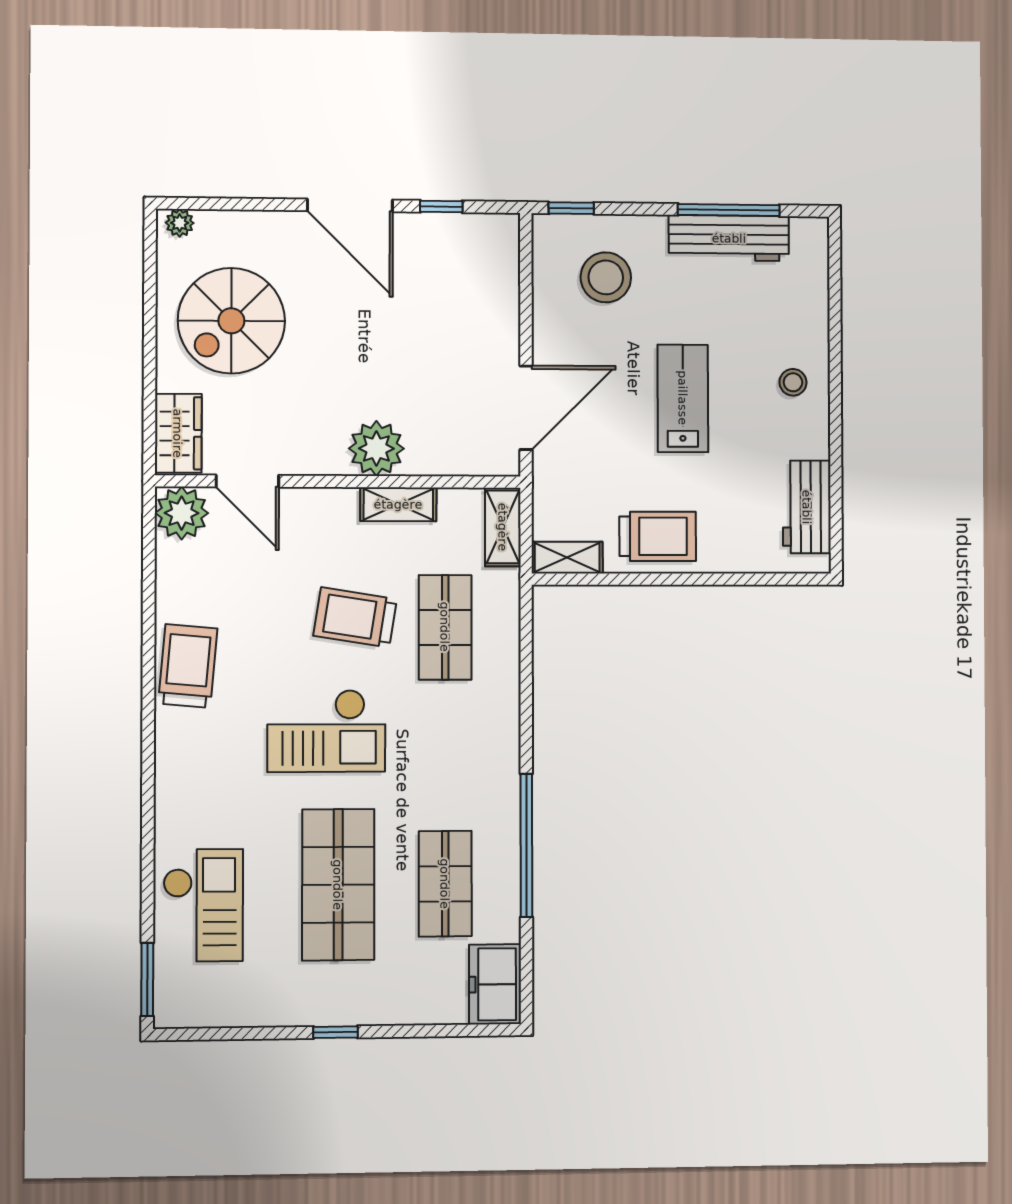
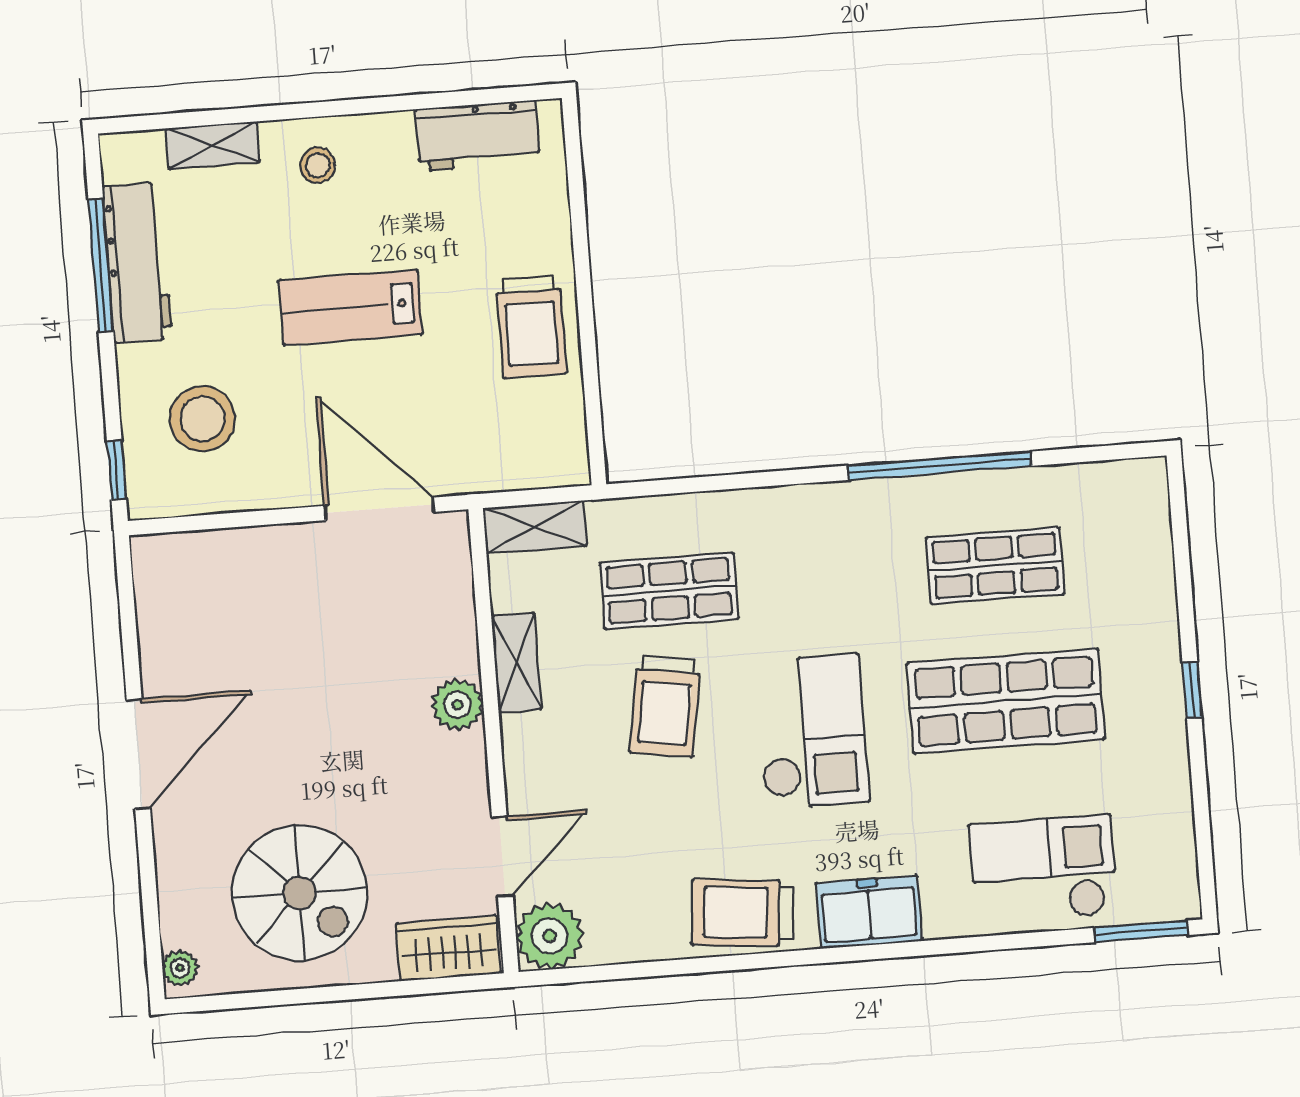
window: (441, 206) -> (129, 637), removed
plant: (376, 448) -> (457, 705), width x0.73, depth x0.73
trolley: (658, 536) -> (531, 327), turned 180
shelving: (567, 558) -> (213, 145), moved, turned 90
freezer: (495, 984) -> (869, 912), moved, turned 180

